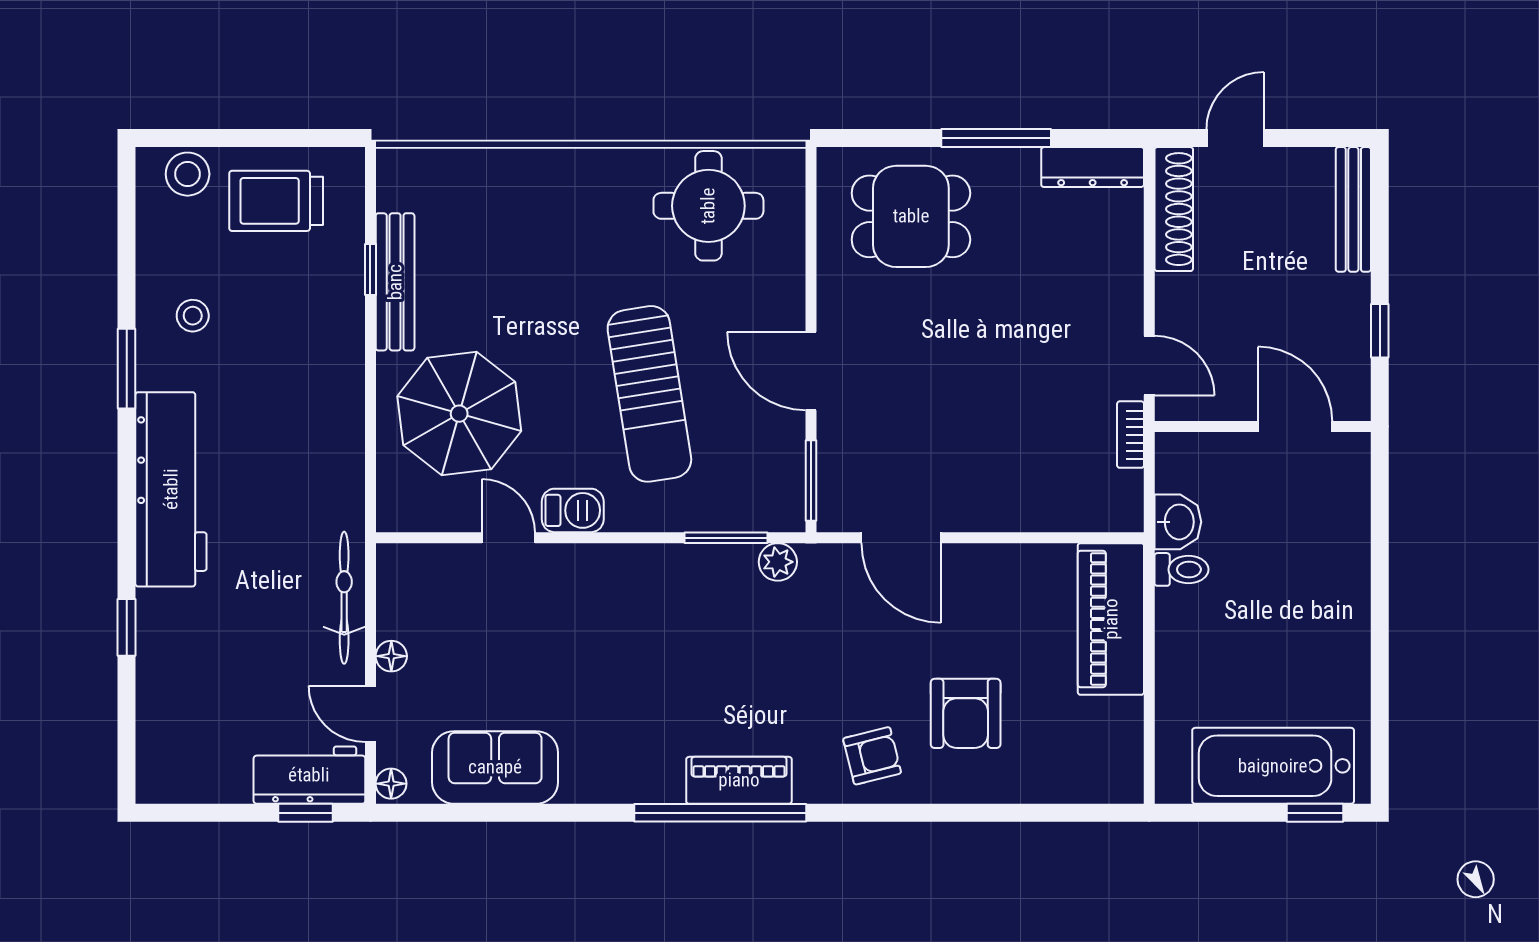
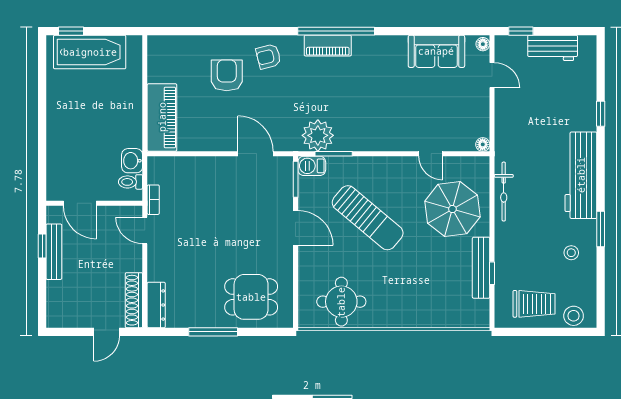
dresser: (1093, 167) -> (156, 305), moved, turned 90
bench: (1353, 209) -> (54, 252), moved
sun lounger: (649, 394) -> (368, 218), turned 139
barbecue: (573, 510) -> (312, 166), moved
plant: (778, 562) -> (318, 135), width x1.87, depth x1.87
toilet: (1181, 569) -> (131, 182), moved
bicycle: (344, 598) -> (504, 192), moved
floor lamp: (391, 656) -> (483, 144), moved
workbench: (309, 775) -> (553, 48), moved

